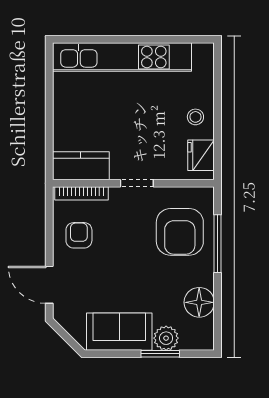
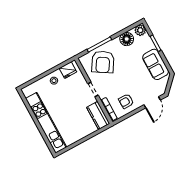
armchair: (180, 232) -> (103, 62), turned 122
plant: (166, 338) -> (140, 30), moved

